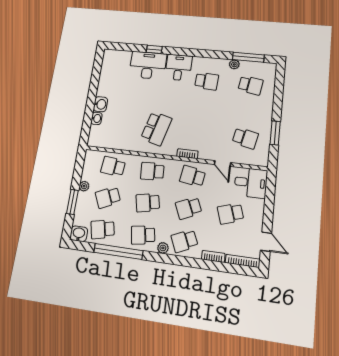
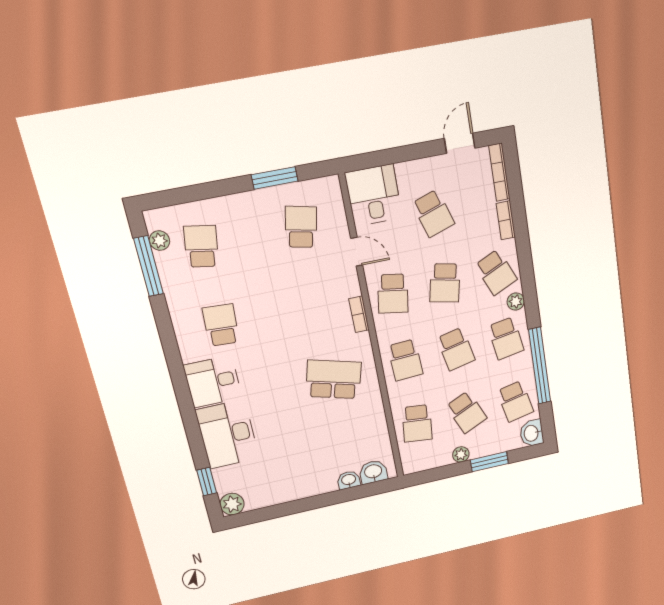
window: (154, 49) -> (207, 482), moved
plant: (109, 55) -> (232, 504), added
plant: (234, 64) -> (159, 241), moved
washbasin: (100, 104) -> (373, 472), moved
door: (223, 163) -> (357, 252), hinge flipped
school desk: (189, 208) -> (445, 283), turned 36

